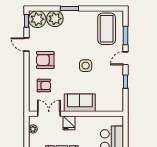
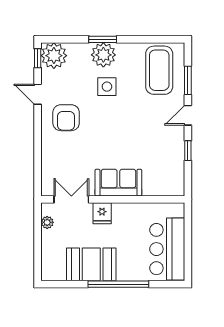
plant: (55, 19) -> (103, 55), moved
armchair: (45, 60) -> (66, 118), turned -90
side table: (86, 66) -> (107, 87), moved
armchair: (44, 86) -> (64, 157), removed

